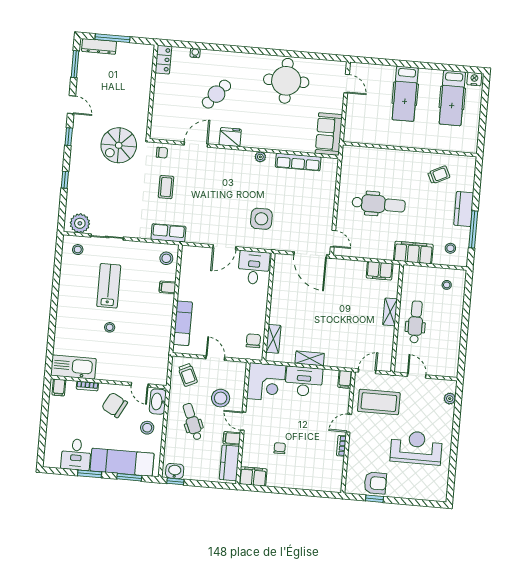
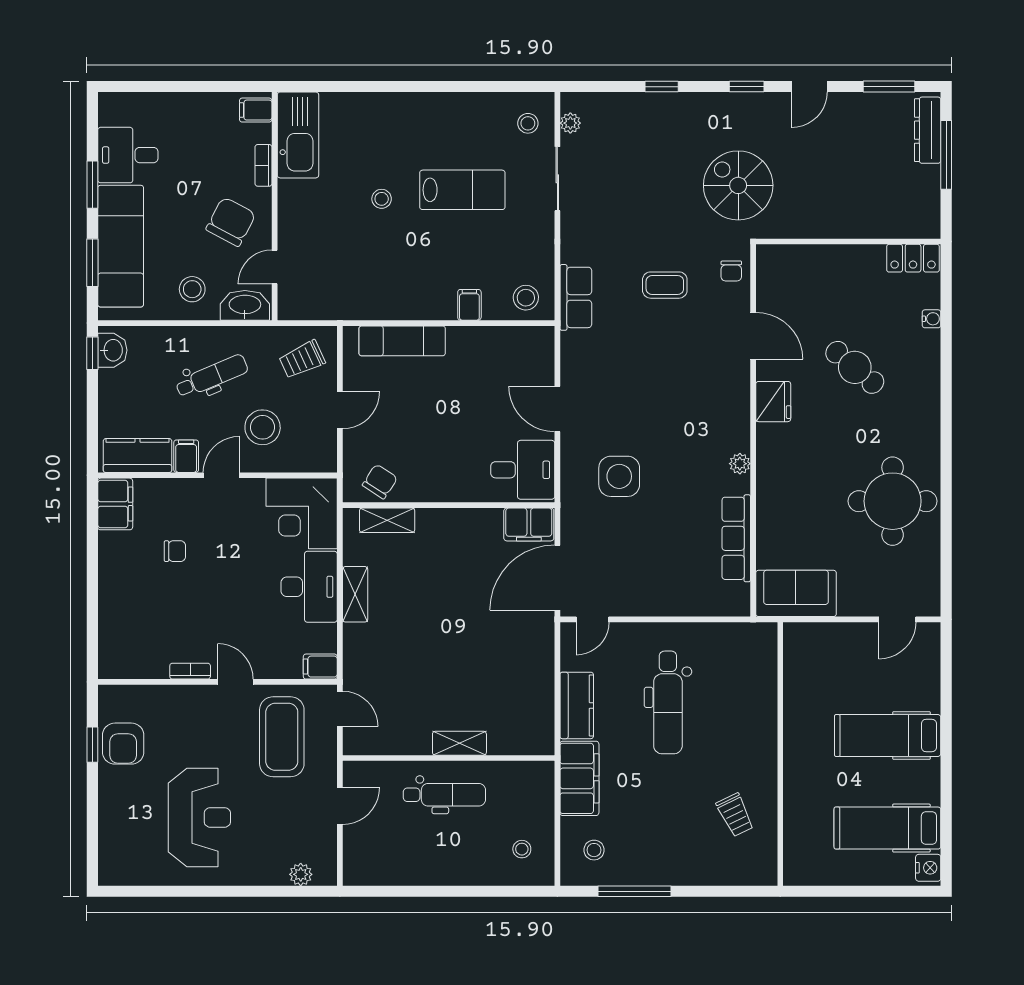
kitchen counter: (464, 209) -> (577, 705), moved, turned 90
plant: (80, 223) -> (570, 123), width x0.53, depth x0.53
filing cabinet: (380, 271) -> (529, 524), moved, turned -90
chair: (253, 341) -> (380, 481), turned -57

